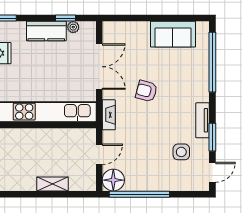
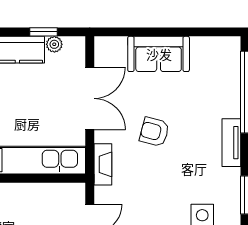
sofa: (173, 34) -> (159, 54), moved
tv unit: (203, 120) -> (231, 143), moved

